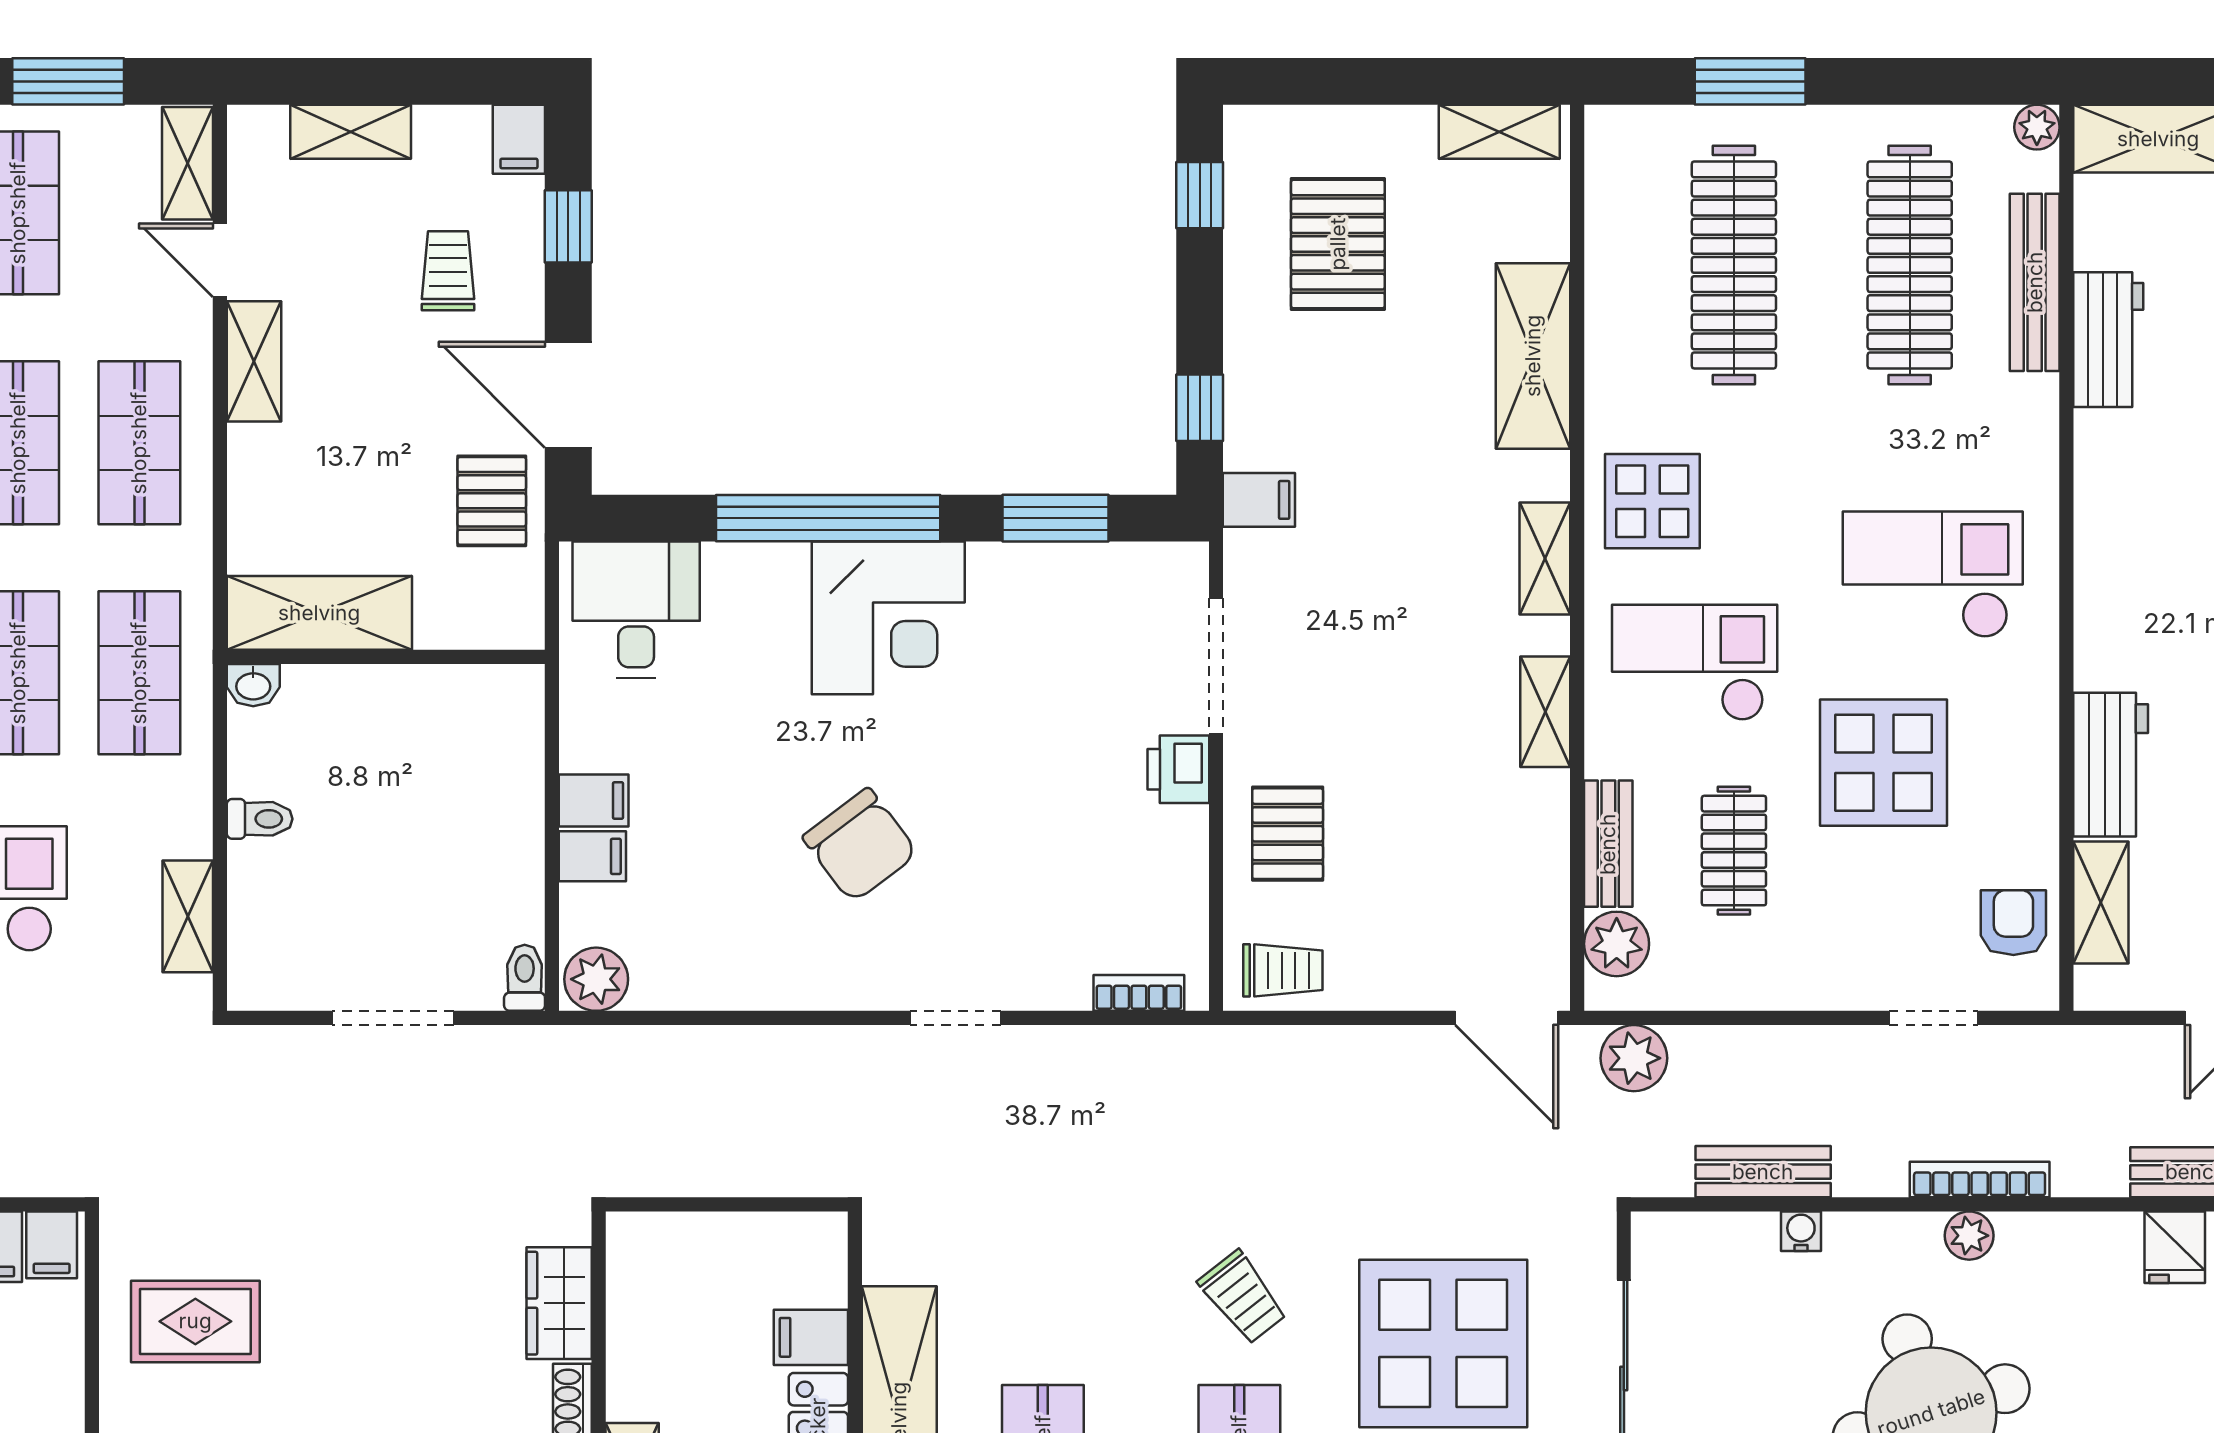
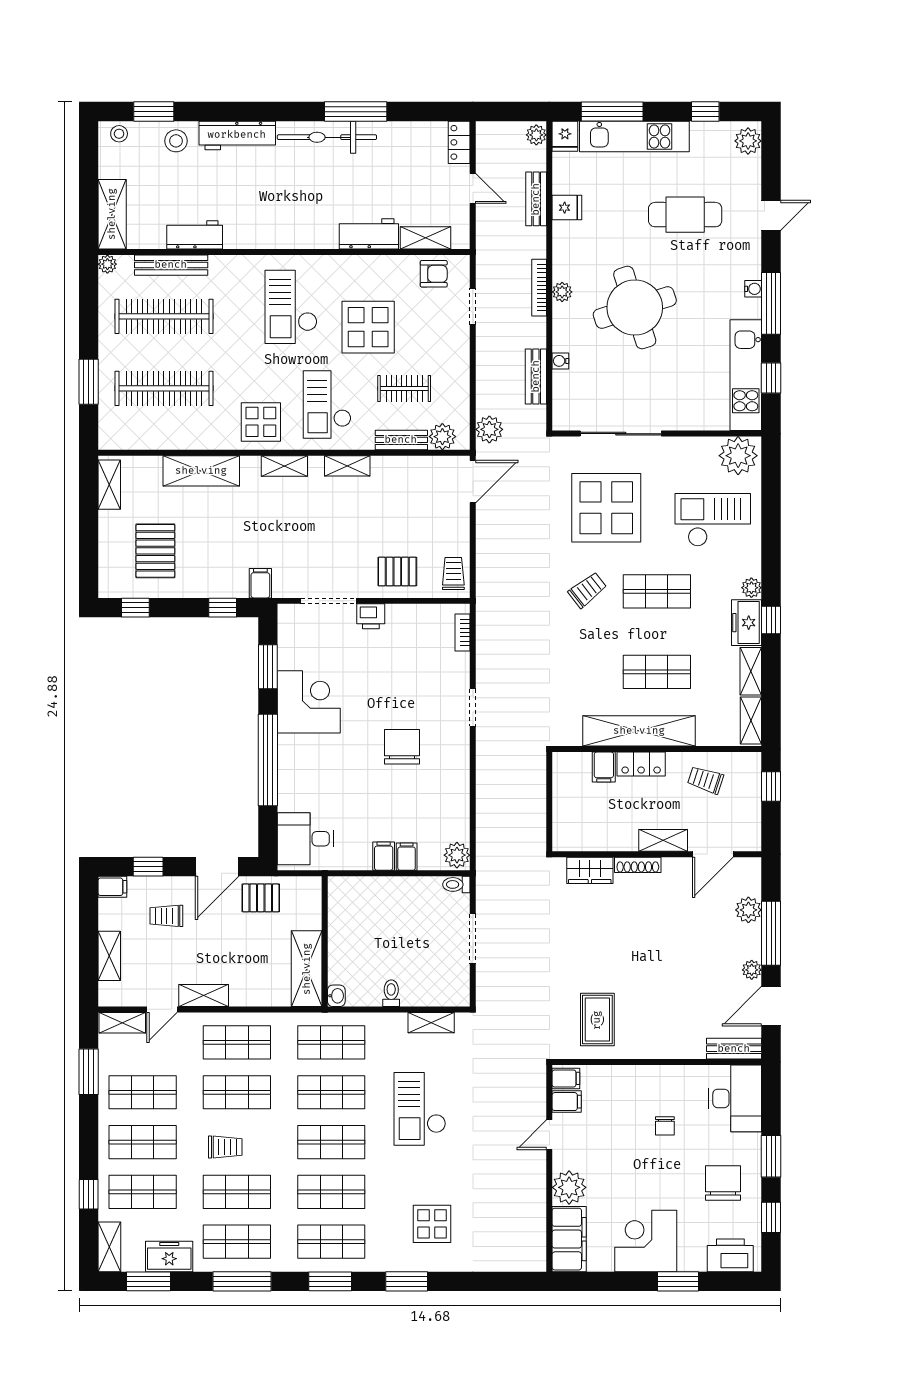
pallet: (1338, 244) -> (155, 551), turned 90
corner desk: (888, 618) -> (309, 702), moved
chair: (860, 845) -> (402, 747), turned -53
armchair: (2013, 923) -> (434, 274), turned 180

